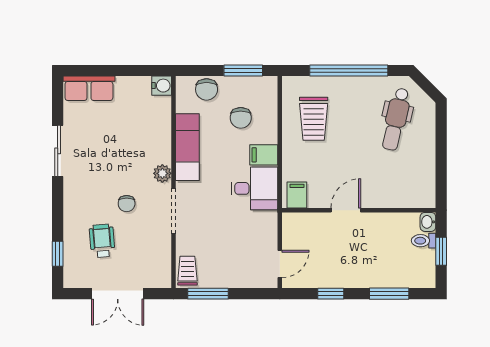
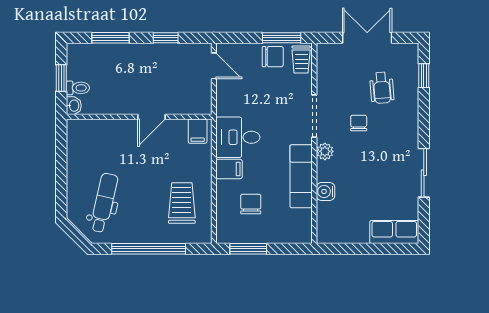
water cooler: (162, 86) -> (326, 191), moved
chair: (207, 89) -> (273, 57), moved, turned 90
door: (280, 264) -> (214, 66), swing flipped

